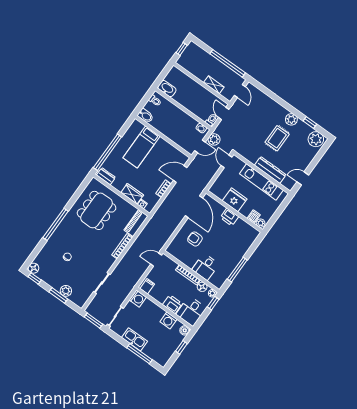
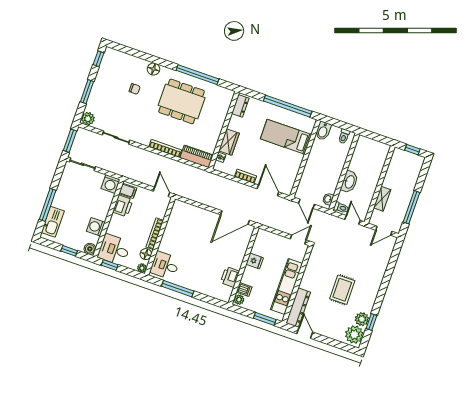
window: (228, 63) -> (411, 207), width x0.68
washbasin: (167, 89) -> (349, 182), moved
door: (224, 113) -> (353, 220), hinge flipped
plant: (291, 119) -> (362, 319), moved
rug: (277, 138) -> (342, 290), turned 90
plant: (214, 139) -> (319, 218), removed
window: (107, 152) -> (288, 106), moved
dresser: (270, 170) -> (298, 308), moved
fridge: (235, 200) -> (255, 261), width x0.53, depth x0.75
window: (282, 207) -> (265, 319), added
dining table: (97, 210) -> (182, 101), moved
printer: (229, 217) -> (230, 277), moved
window: (56, 224) -> (198, 75), moved
armchair: (195, 239) -> (198, 230), removed
desk: (205, 267) -> (165, 265), moved
floor lamp: (34, 268) -> (153, 69), moved
plant: (66, 291) -> (88, 119), moved
window: (213, 303) -> (110, 265), moved
printer: (172, 304) -> (123, 206), moved
kitchen sink: (134, 339) -> (53, 222), moved

